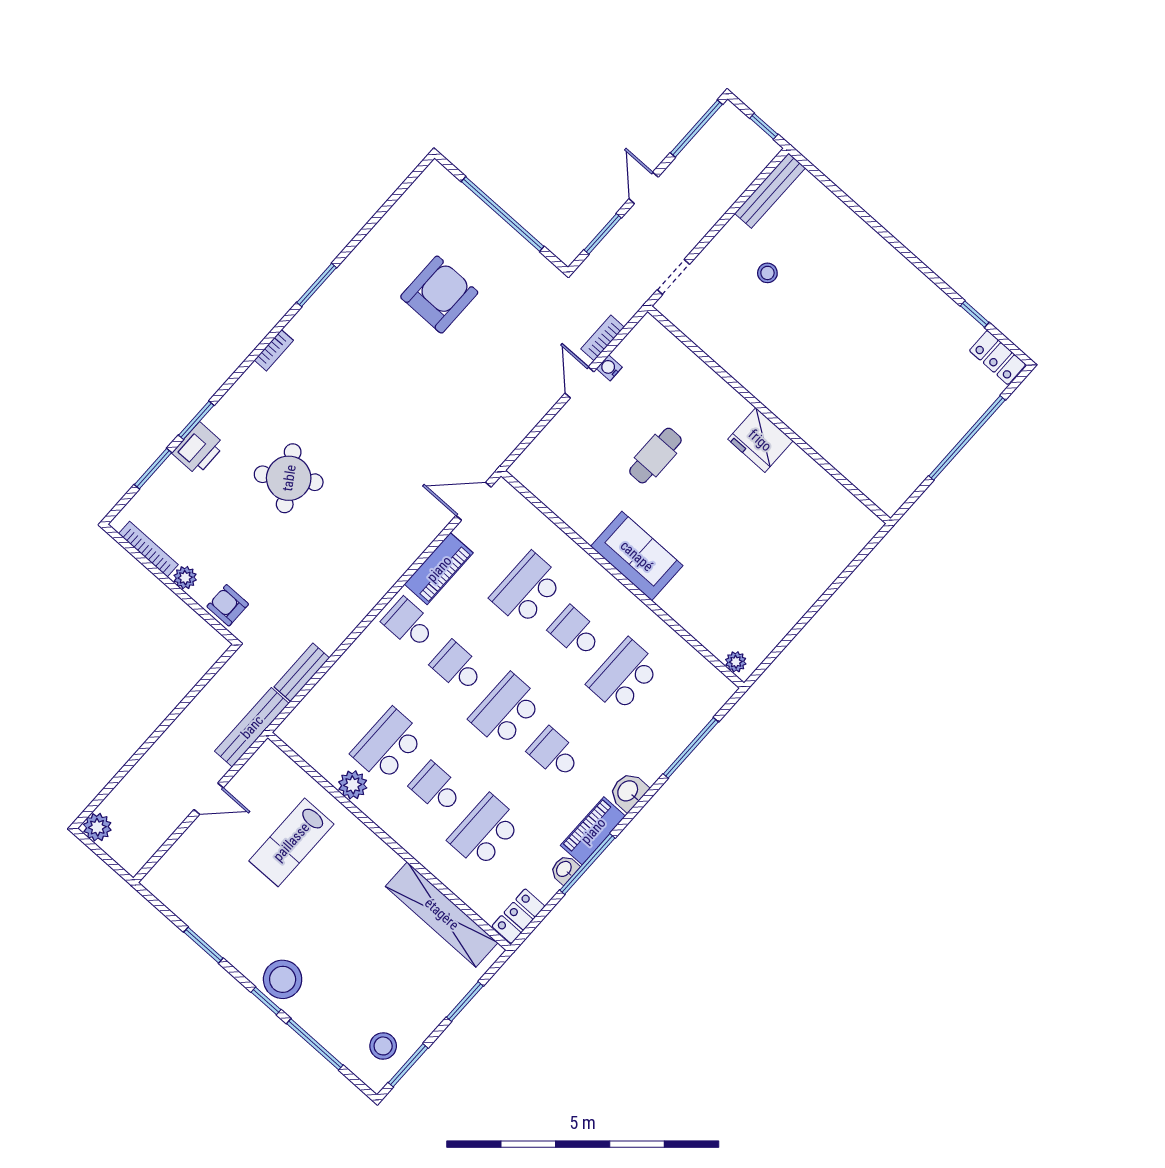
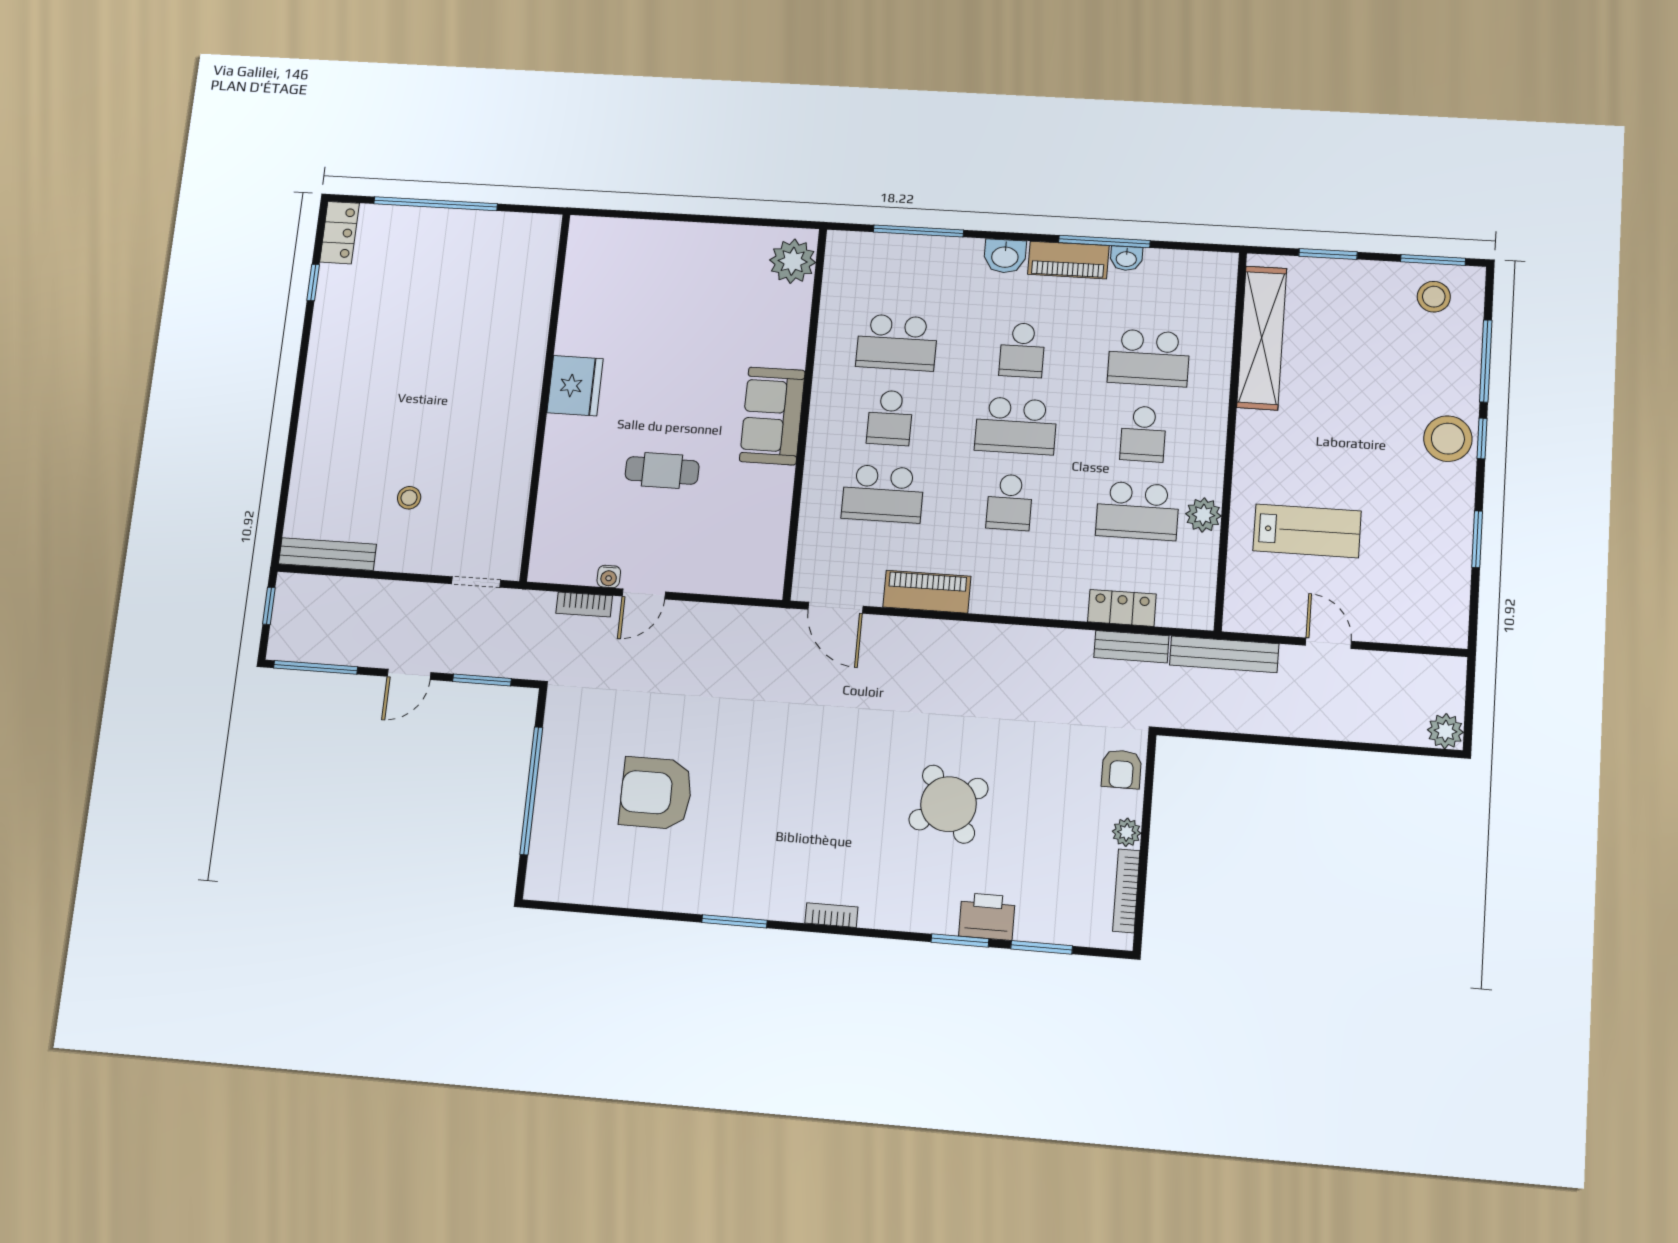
school desk: (409, 624) -> (1003, 580), removed
plant: (736, 662) -> (793, 261), width x1.88, depth x1.88
locker: (518, 916) -> (1122, 608), moved, turned 180

